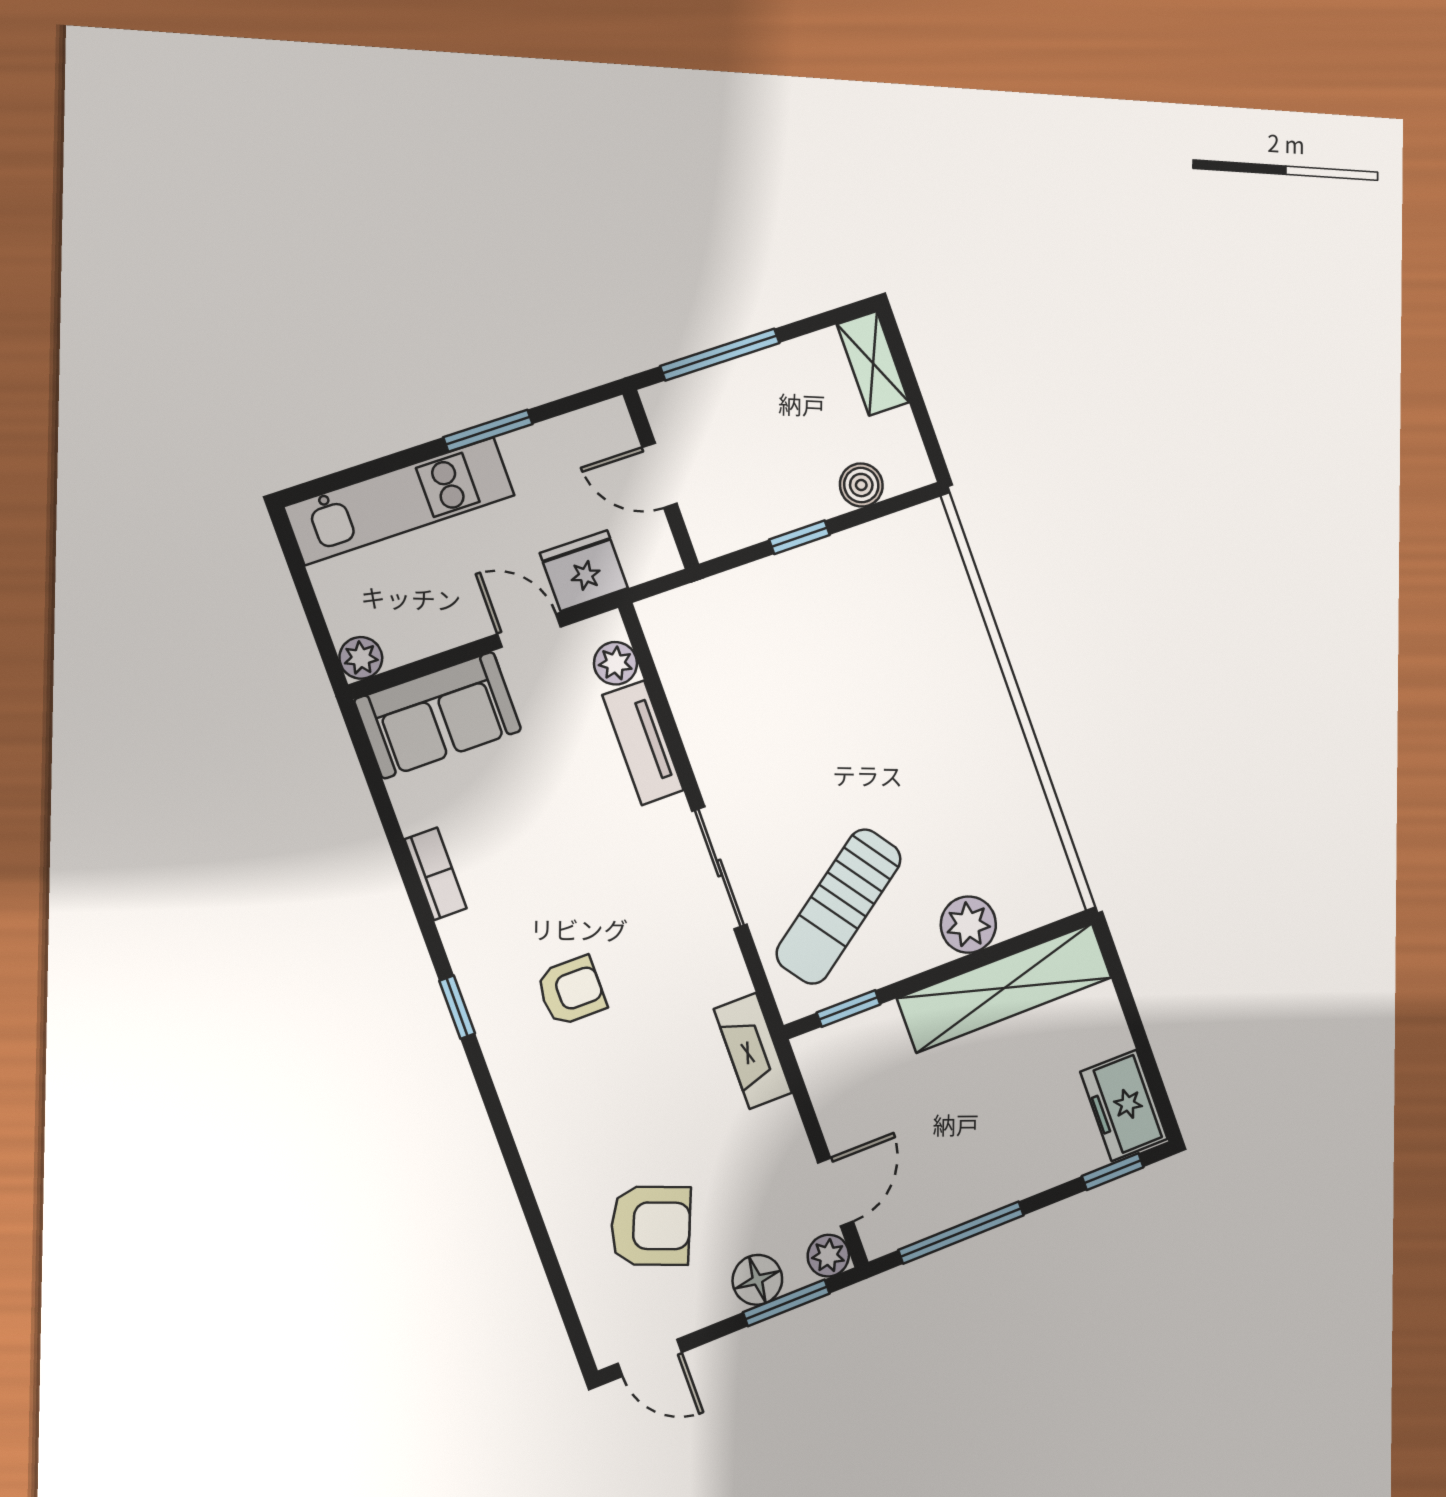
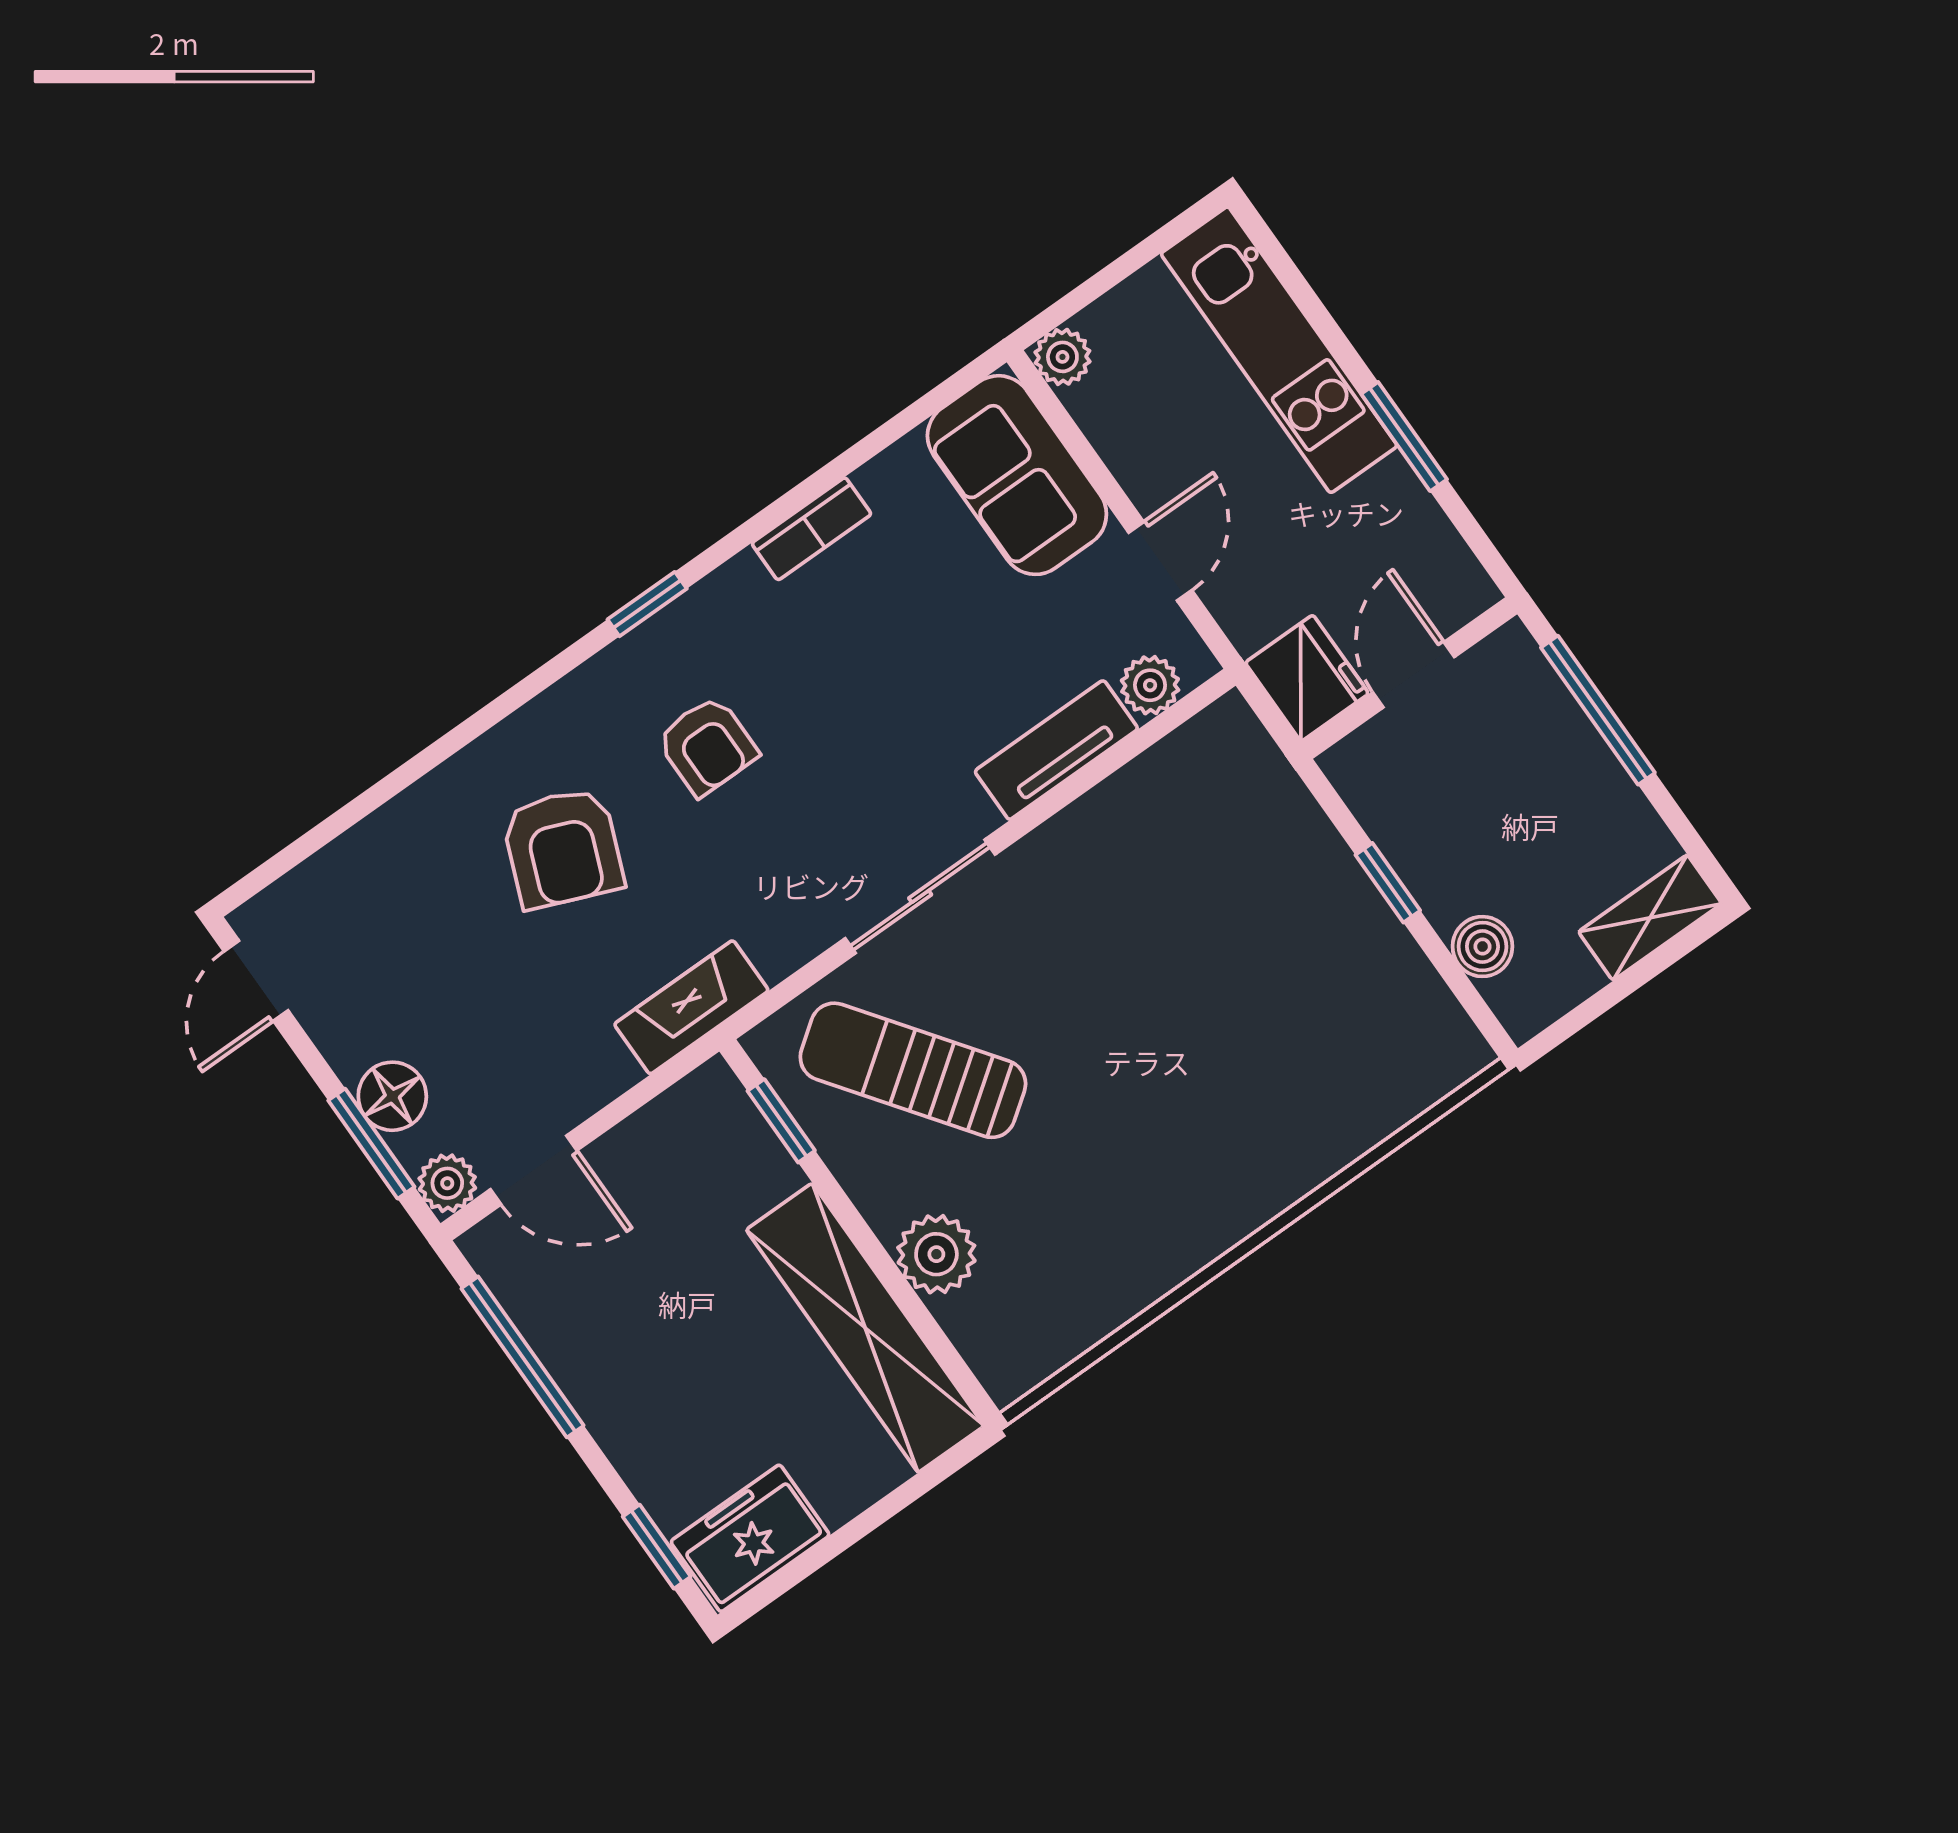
fridge: (584, 571) -> (1307, 678), moved
armchair: (651, 1226) -> (563, 848), moved

